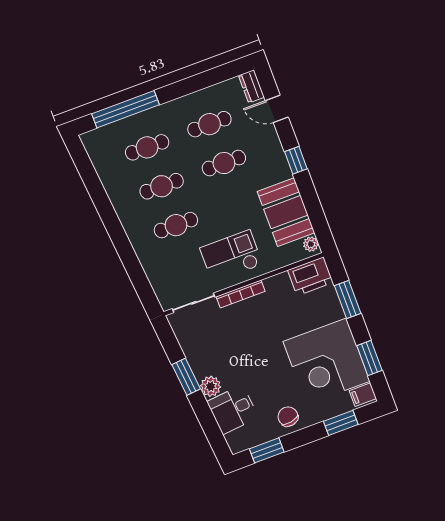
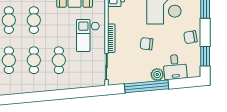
chair: (252, 352) -> (147, 44), added
window: (186, 377) -> (147, 86), width x2.11

